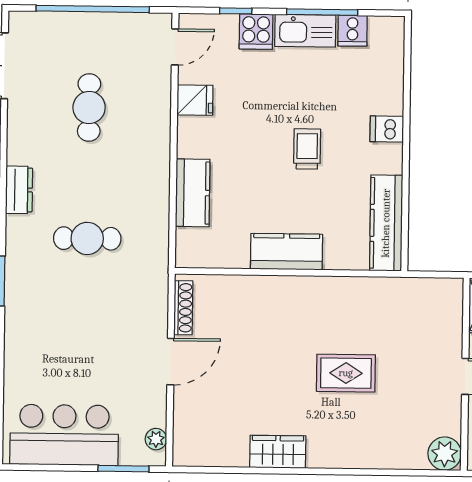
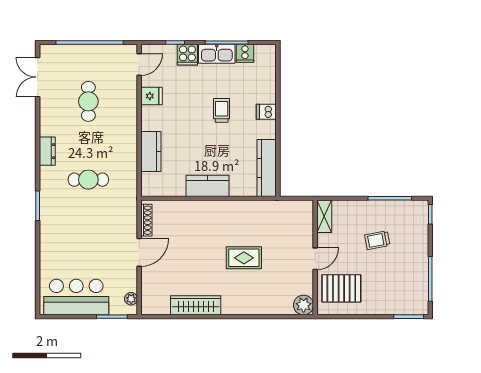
trolley: (307, 149) -> (222, 110), moved
wardrobe: (278, 452) -> (196, 305), width x1.50

